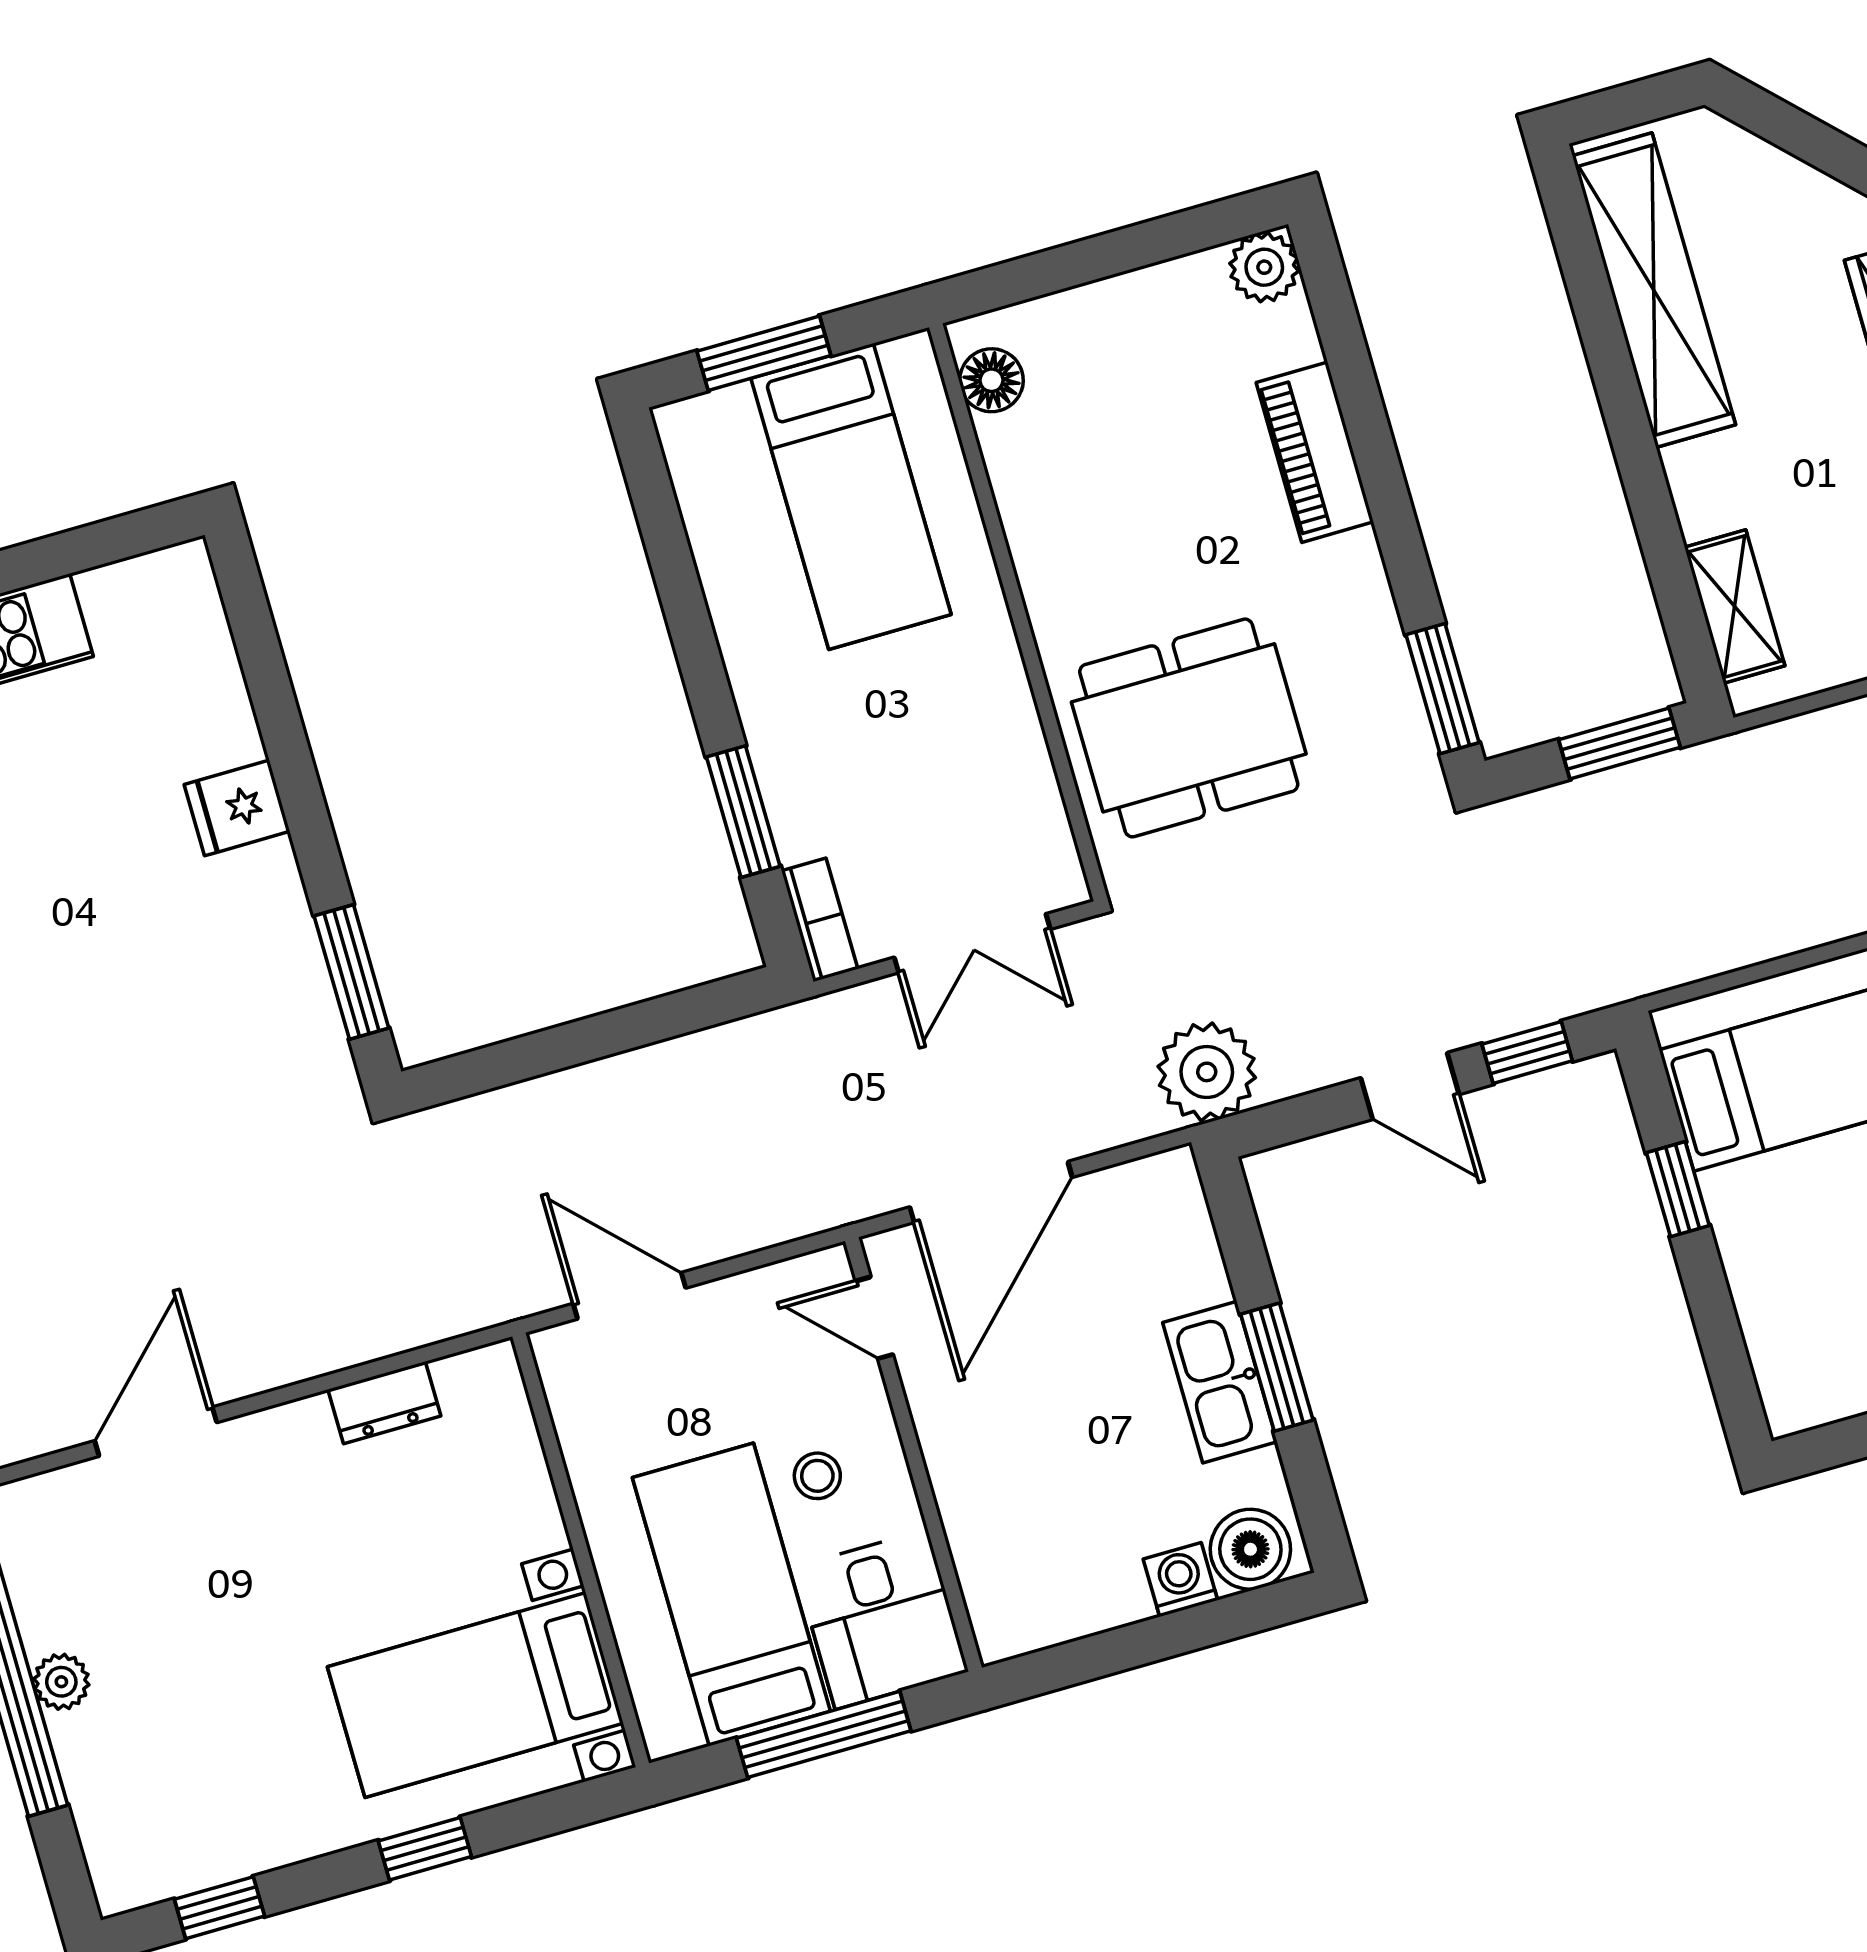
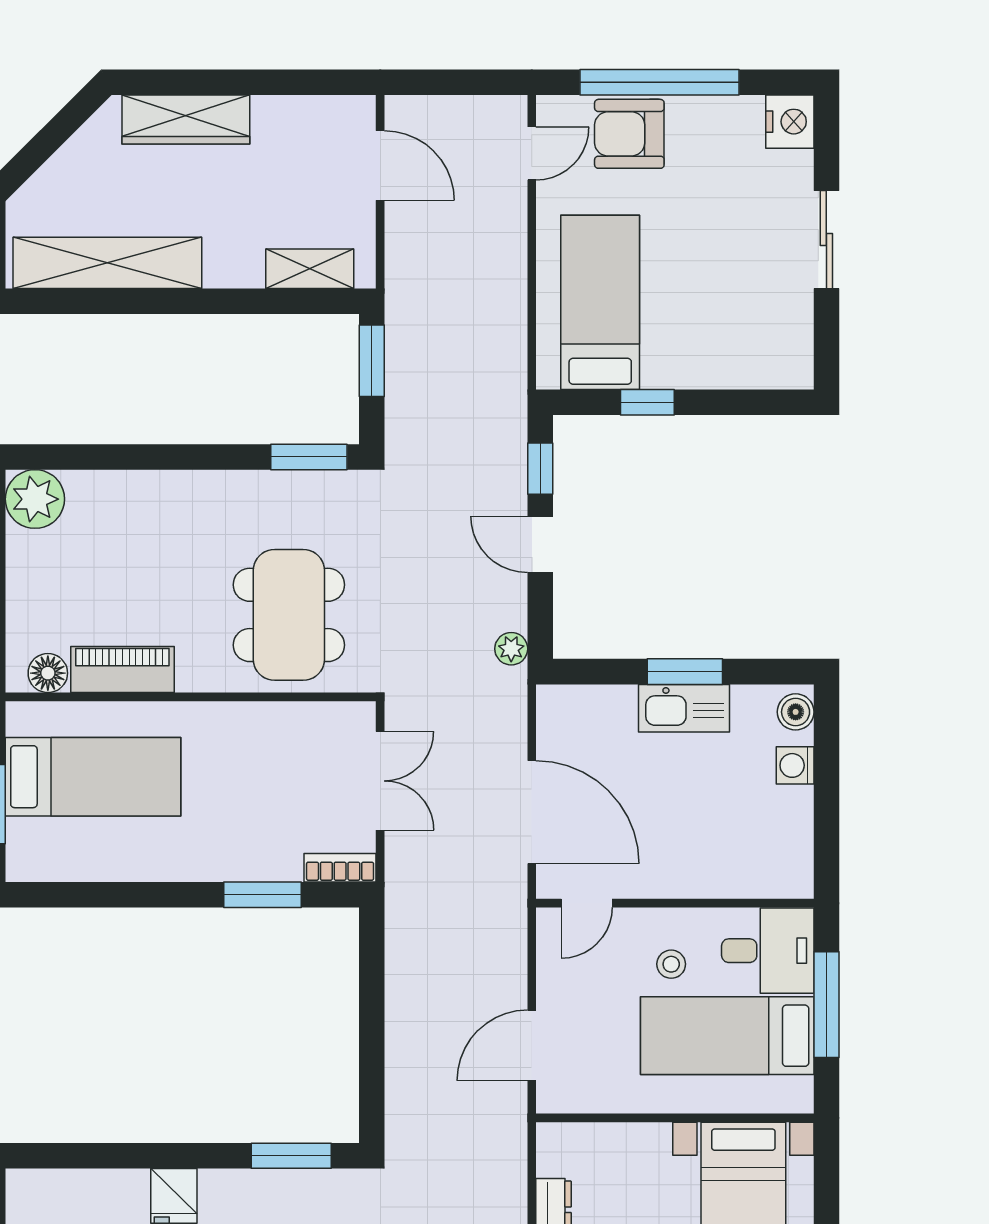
plant: (1264, 267) -> (35, 499), width x1.36, depth x1.36
piano: (1315, 452) -> (122, 670), moved, turned 180
plant: (1207, 1072) -> (511, 649), width x0.53, depth x0.53
door: (1410, 1086) -> (540, 544), swing flipped
boiler: (1250, 1549) -> (796, 712), width x0.73, depth x0.73

